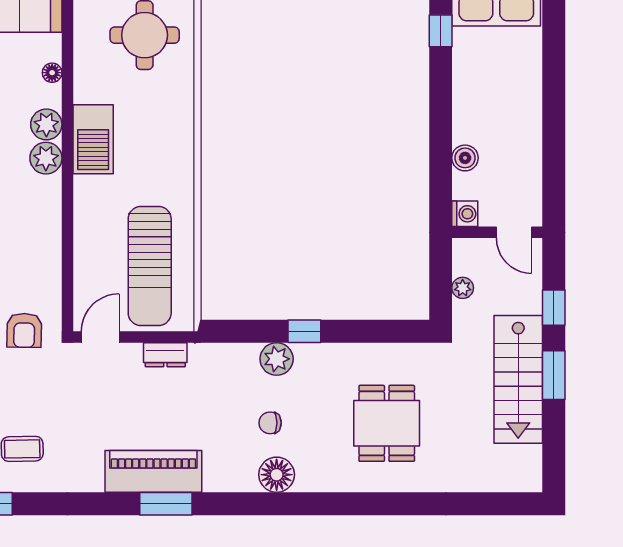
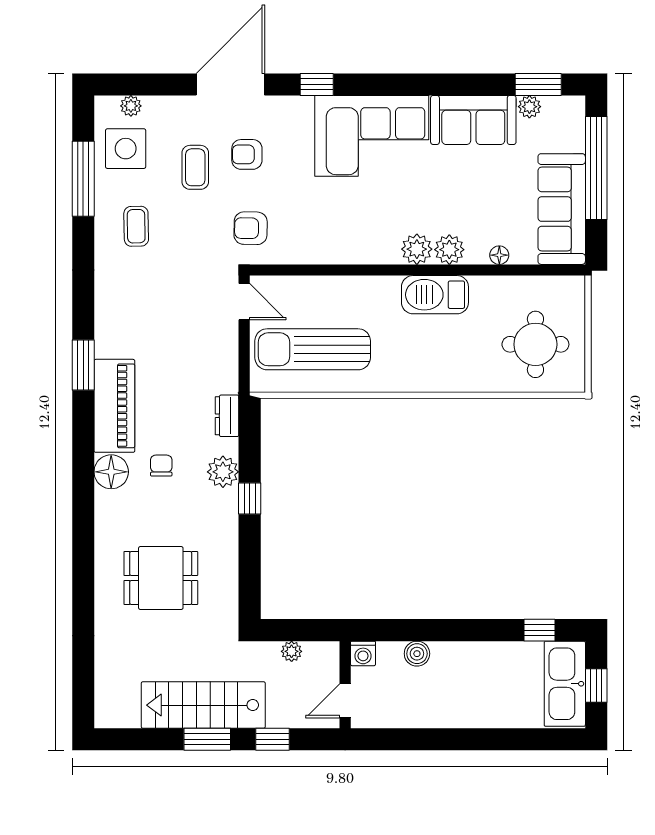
dresser: (165, 355) -> (227, 416), moved
piano: (153, 471) -> (114, 406), moved

